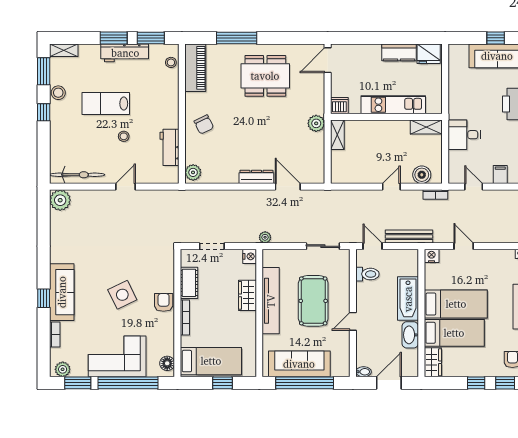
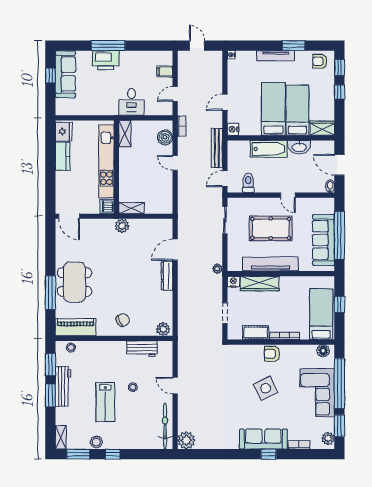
dining table: (265, 76) -> (75, 282), moved
kitchen unit: (393, 105) -> (106, 161), width x1.36
wardrobe: (247, 295) -> (260, 283), width x1.50

